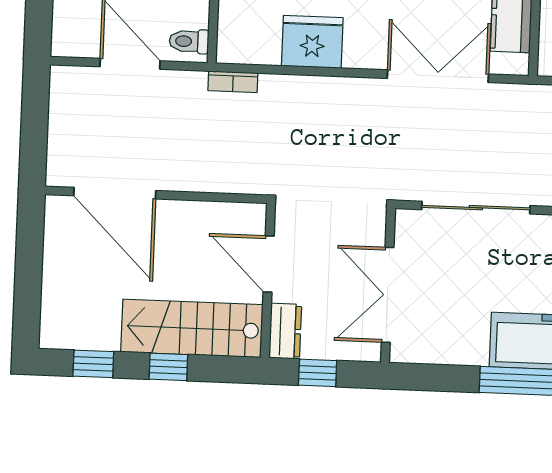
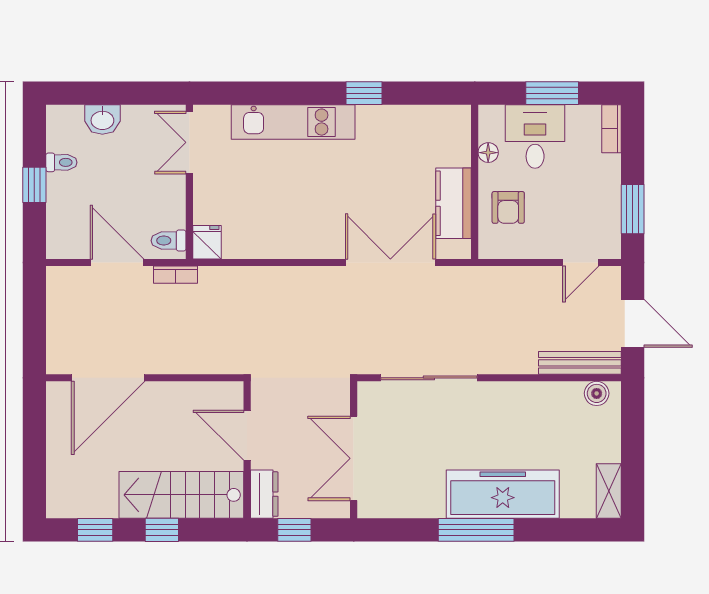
fridge: (312, 42) -> (207, 242), moved, width x0.53, depth x0.75
bookcase: (233, 82) -> (175, 275), moved
door: (115, 193) -> (108, 378), hinge flipped

